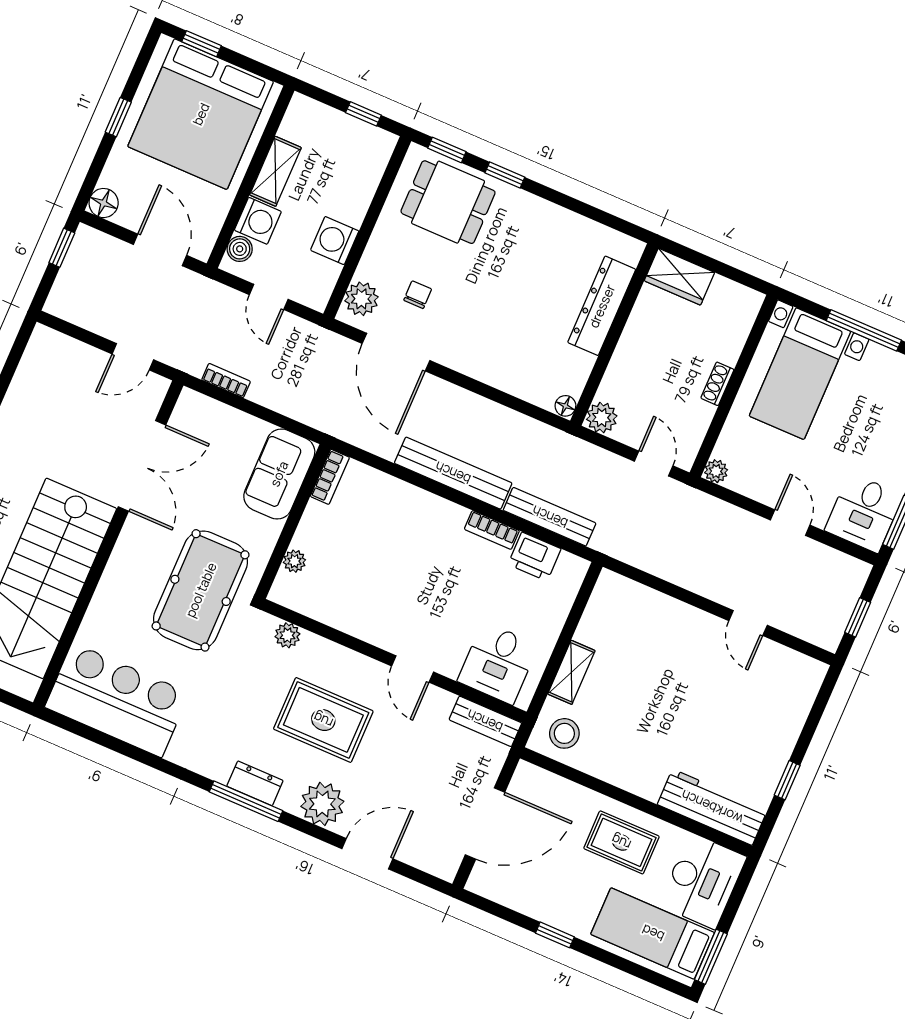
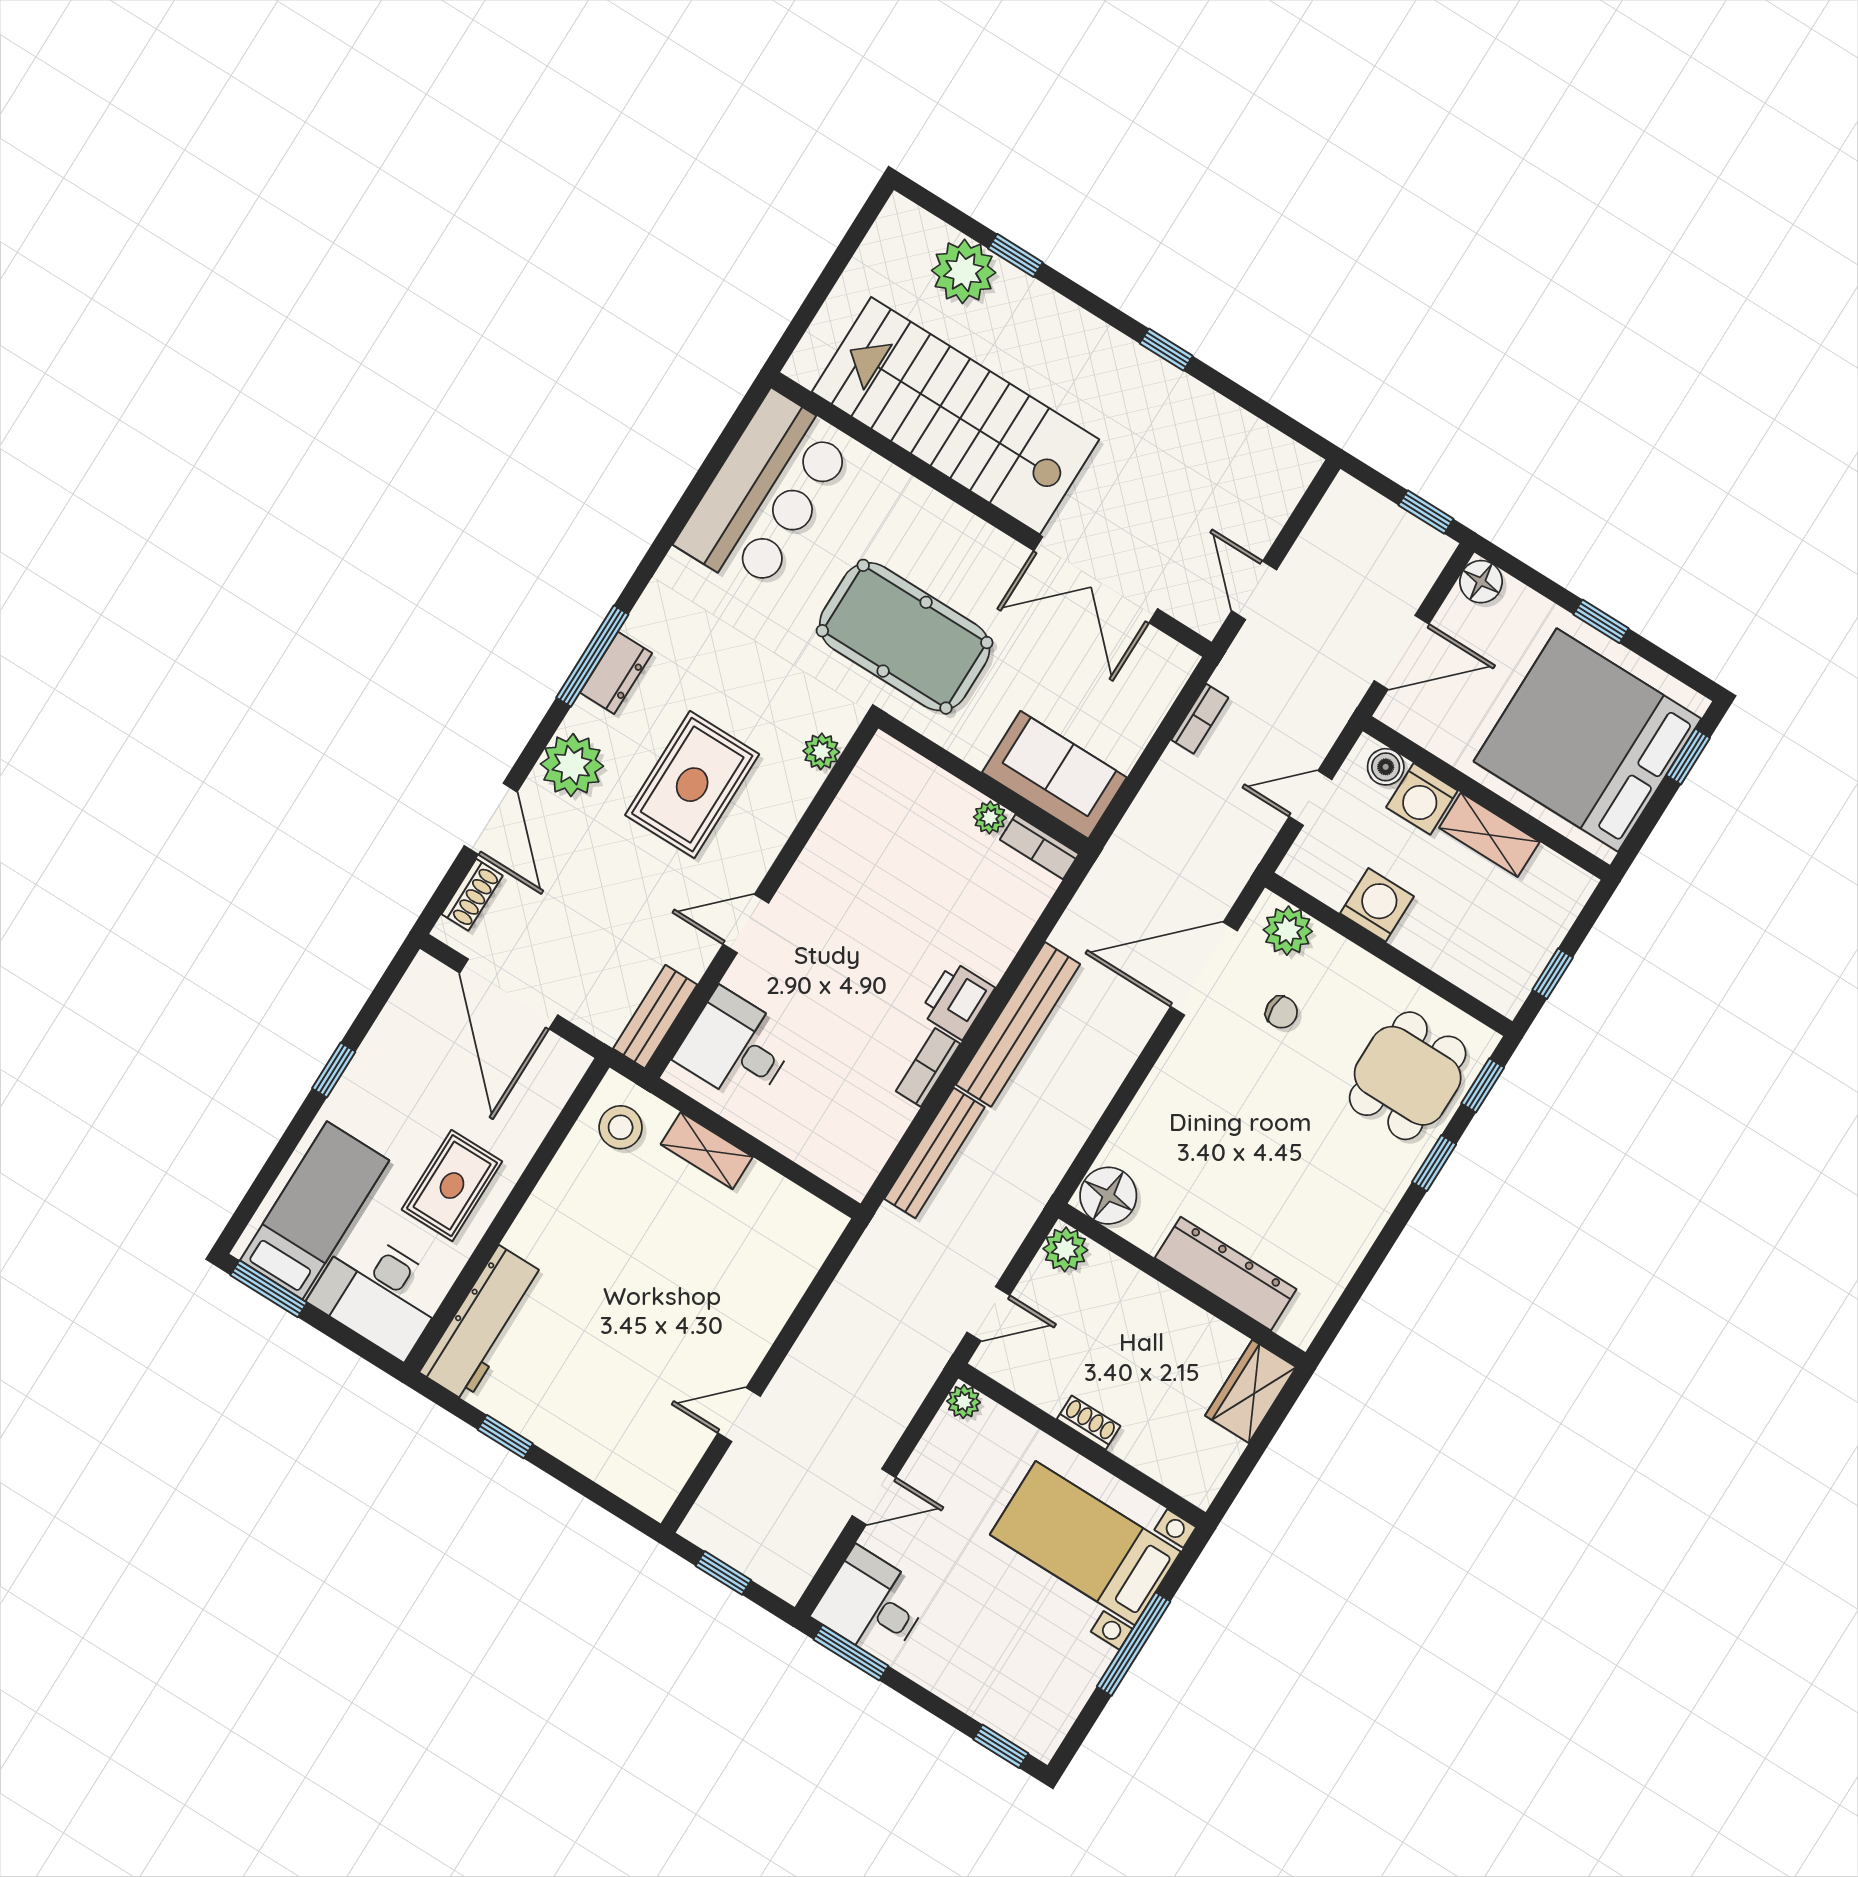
floor lamp: (565, 406) -> (1108, 1196), width x1.89, depth x1.89
printer: (534, 557) -> (957, 1000), moved
plant: (294, 561) -> (990, 818), moved
shoe rack: (421, 859) -> (472, 895), added

